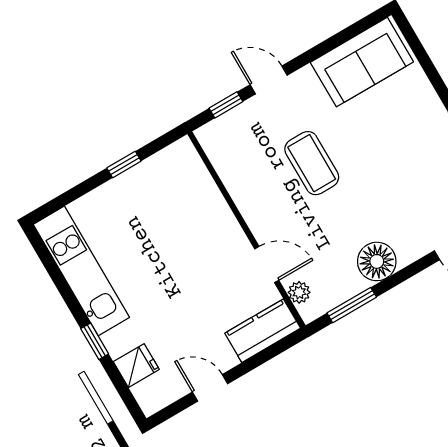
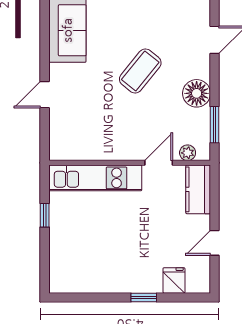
window: (226, 105) -> (45, 130), removed
coffee table: (312, 163) -> (140, 71), moved, turned -51
kitchen unit: (81, 271) -> (95, 178), moved, turned 180

